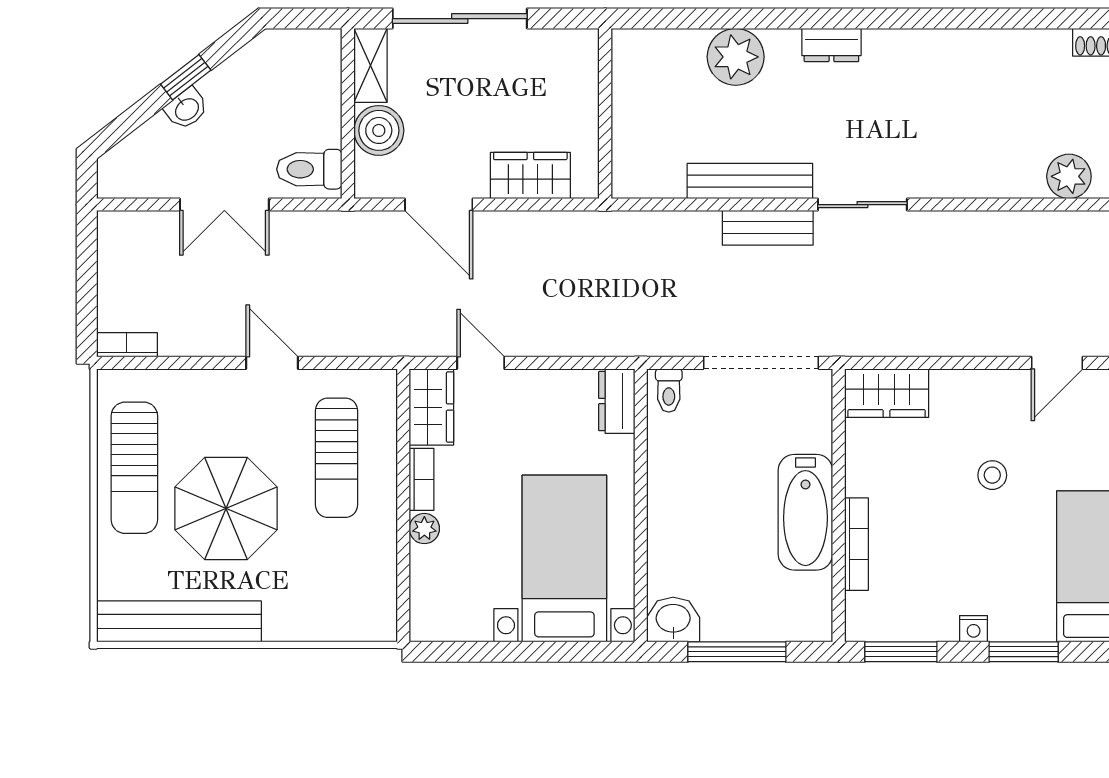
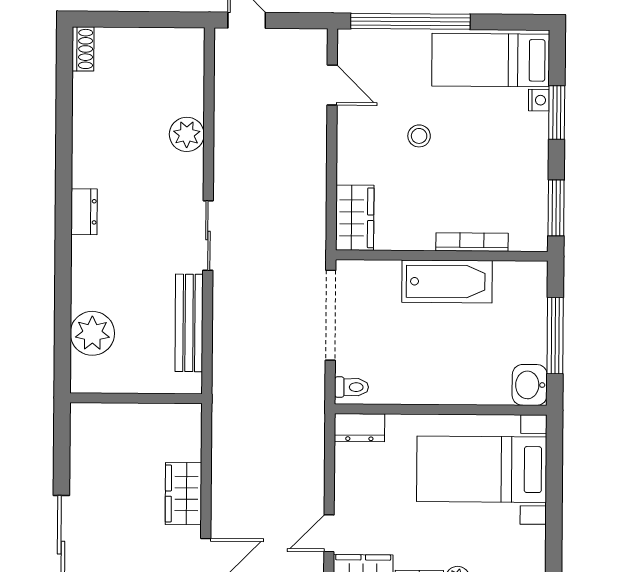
dresser: (831, 45) -> (84, 212), moved
wall: (605, 114) -> (136, 398), moved
plant: (1069, 176) -> (187, 134), moved
bench: (768, 228) -> (226, 309), removed
nightstand: (974, 629) -> (539, 100), moved

